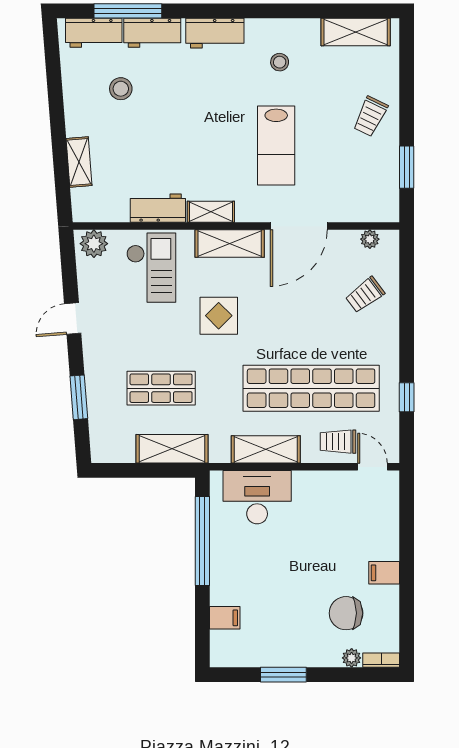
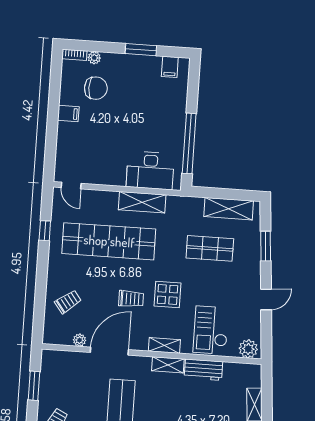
plant: (370, 239) -> (80, 340), moved
shelving: (230, 243) -> (164, 345), width x0.67, depth x0.75
trolley: (338, 442) -> (131, 299), moved
shelving: (172, 449) -> (229, 209), moved
filing cabinet: (225, 618) -> (170, 67), moved, turned -90

